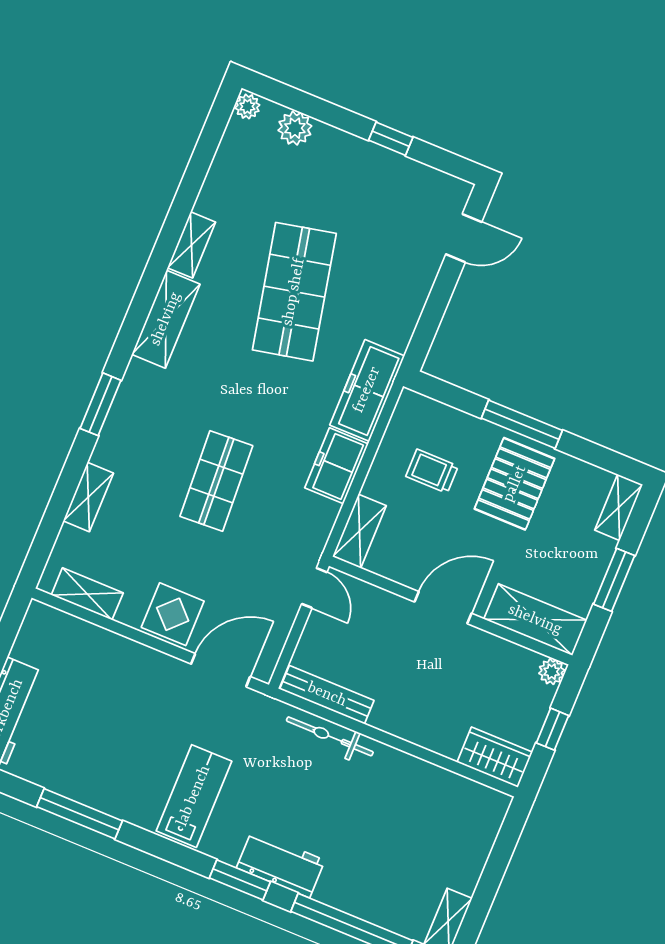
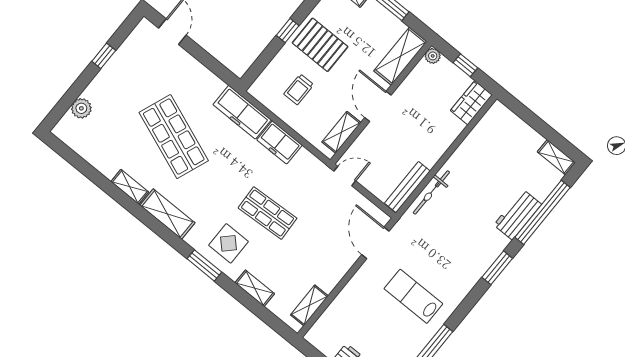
plant: (247, 106) -> (61, 131), removed
shop shelf: (294, 292) -> (174, 137), turned 33
window: (522, 424) -> (288, 30), width x0.46
shelving: (359, 531) -> (341, 132), moved, turned 90
display table: (173, 614) -> (228, 243), moved
lab bench: (194, 796) -> (413, 296), moved
workbench: (281, 864) -> (518, 215), moved

